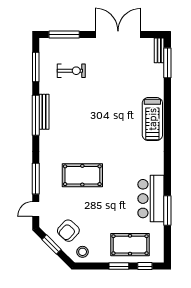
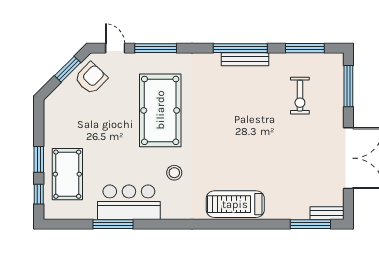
pool table: (82, 175) -> (160, 110), width x1.36, depth x1.32
armchair: (68, 231) -> (91, 78), moved, turned 91
stool: (83, 252) -> (174, 173), moved

